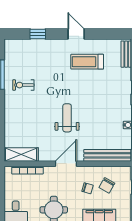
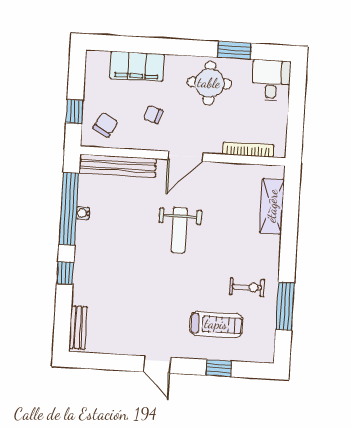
treadmill: (87, 62) -> (216, 324), moved
shelving: (21, 154) -> (272, 206), moved, turned 90
chair: (107, 185) -> (105, 125), moved

